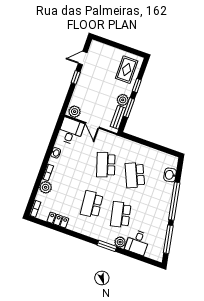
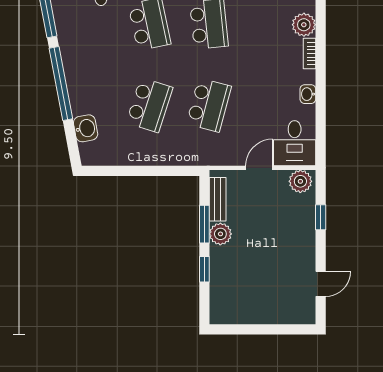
rug: (127, 70) -> (233, 292), removed
window: (76, 77) -> (321, 217), moved
door: (92, 125) -> (259, 168), hinge flipped
school desk: (106, 165) -> (209, 105), turned 33
school desk: (135, 175) -> (149, 105), turned 42

